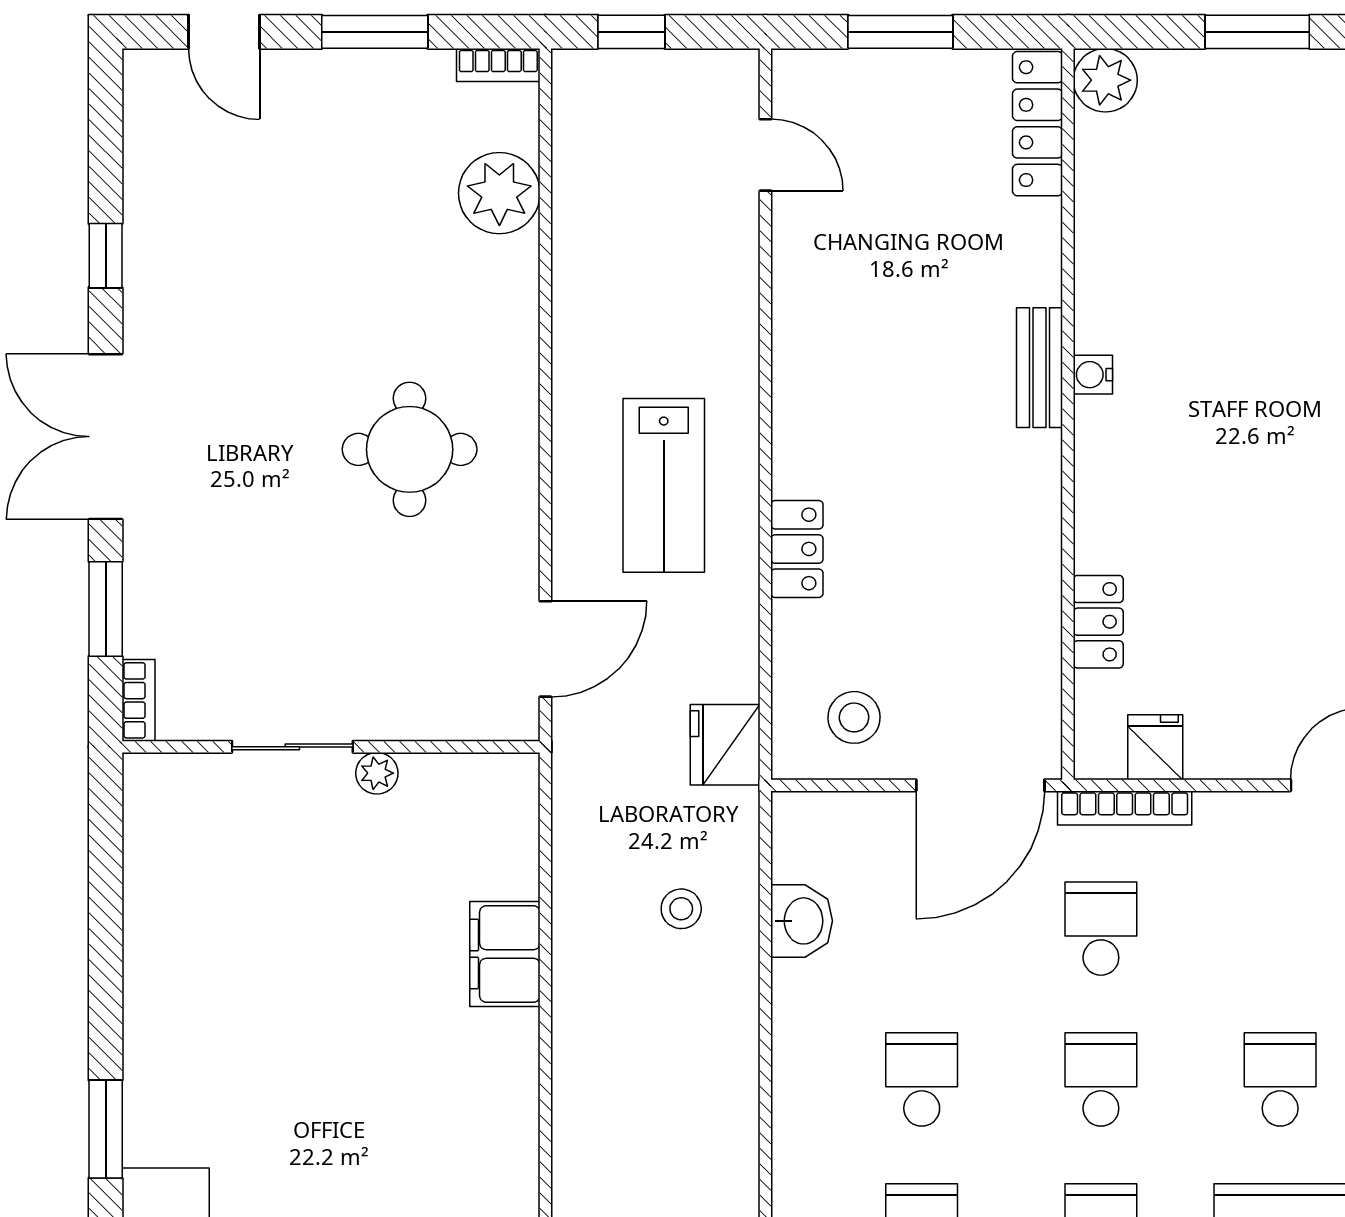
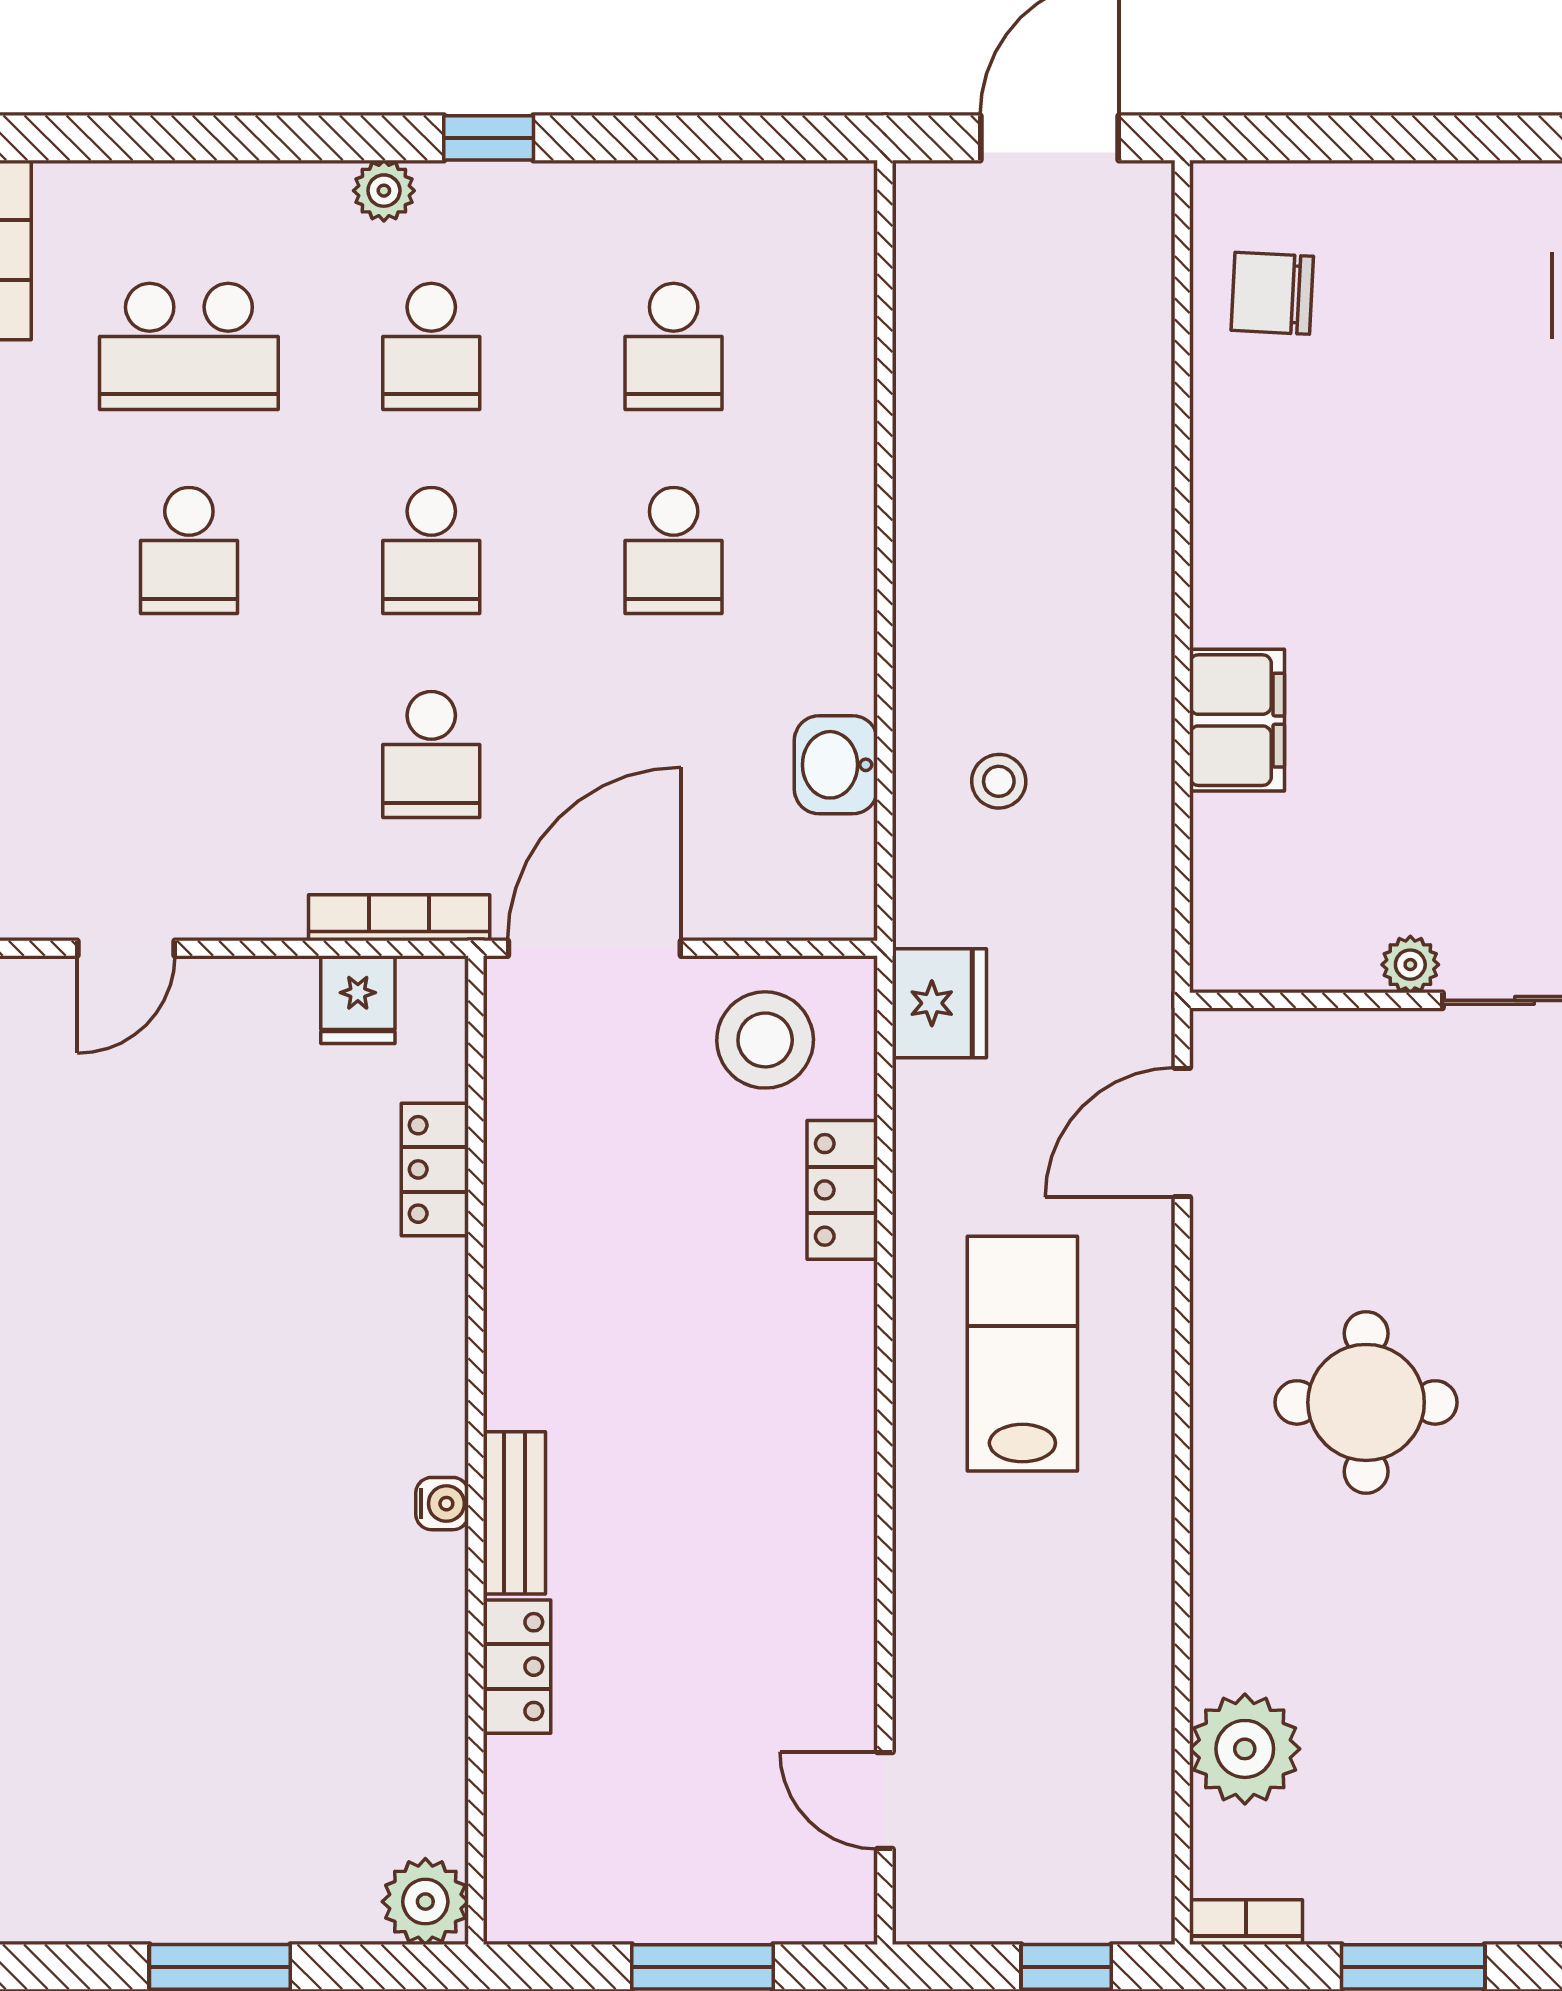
locker: (1038, 124) -> (517, 1667), moved, width x0.66
locker: (797, 549) -> (842, 1190), moved
stool: (854, 717) -> (765, 1040), width x1.38, depth x1.38

